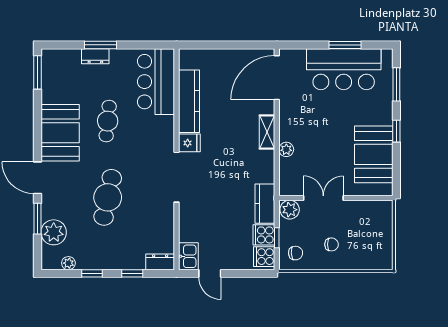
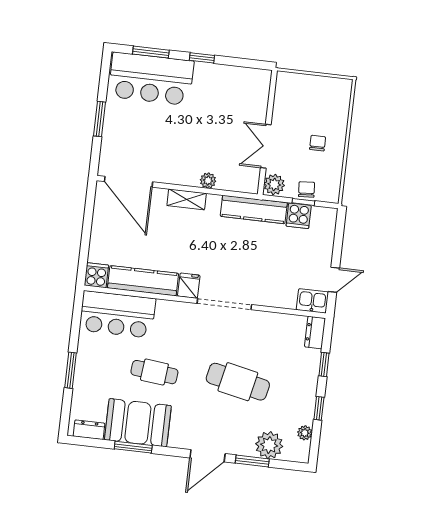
window: (345, 45) -> (100, 119), moved
dresser: (95, 56) -> (89, 430), moved, turned -90
bar counter: (344, 69) -> (151, 79), moved, turned 90
window: (38, 72) -> (133, 447), moved
booth: (60, 133) -> (138, 423), moved
booth: (374, 154) -> (225, 86), removed
kitchen counter: (265, 204) -> (254, 209), width x1.50
chair: (296, 253) -> (307, 189), moved
cooker: (264, 257) -> (96, 275), moved, turned 180

